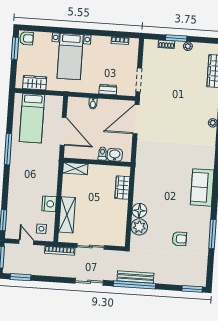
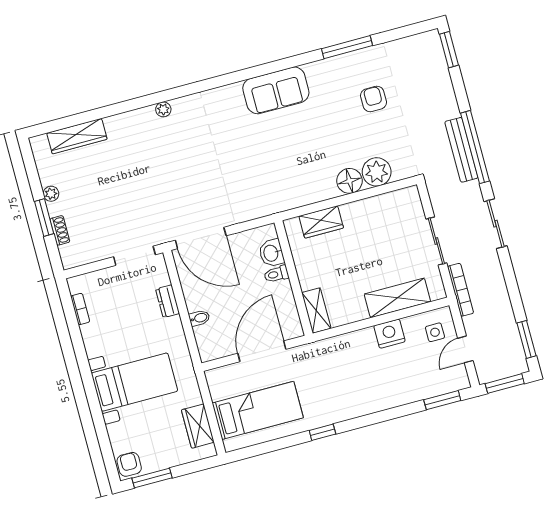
window: (8, 149) -> (322, 432), width x0.46

